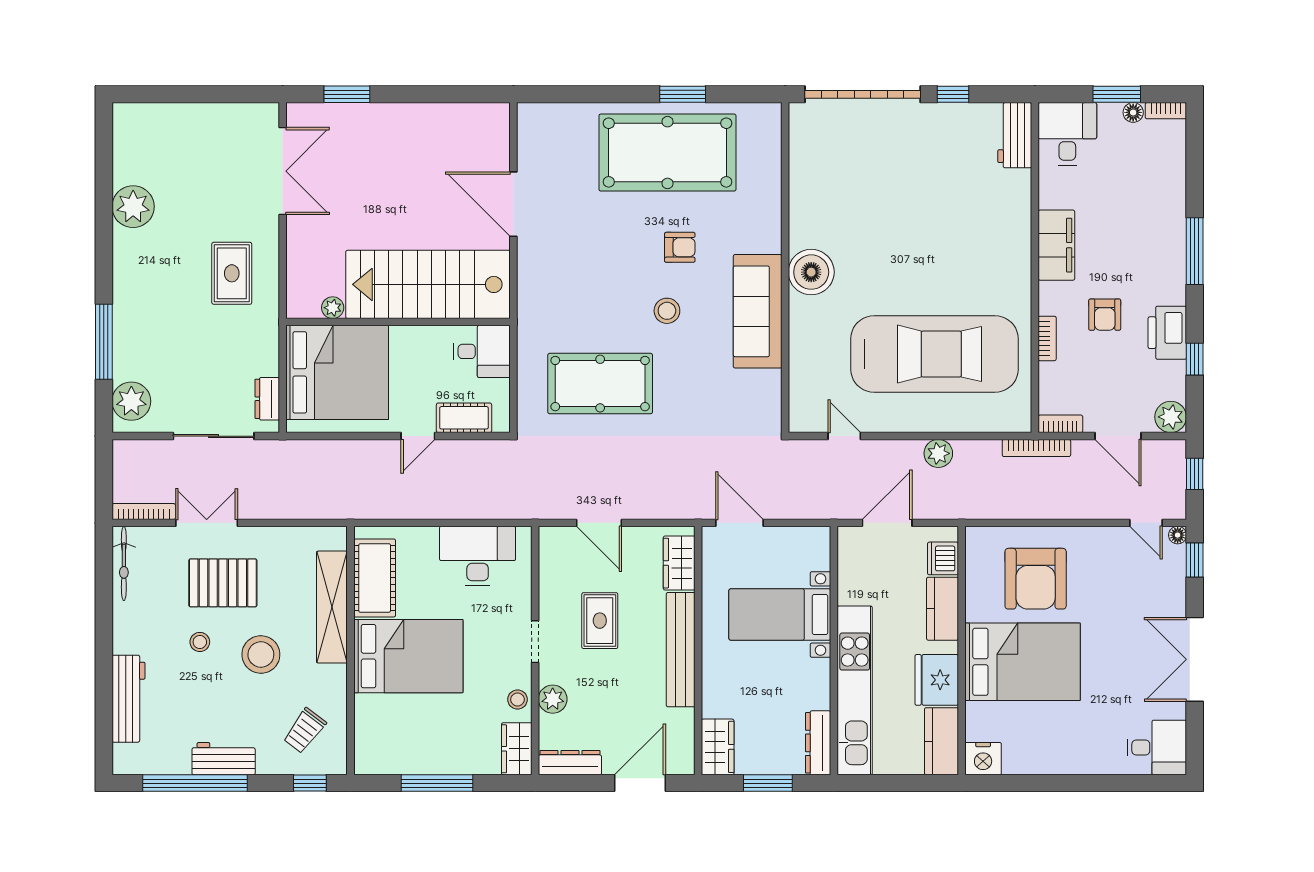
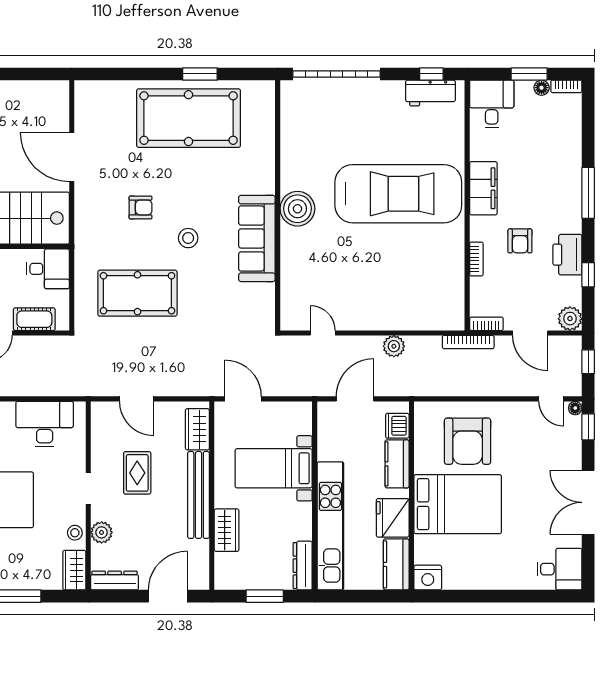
window: (953, 94) -> (431, 74), moved
workbench: (1015, 135) -> (430, 93), moved, turned -90
armchair: (680, 247) -> (141, 207), moved
car: (934, 354) -> (398, 194), moved
wardrobe: (718, 747) -> (227, 530), moved

